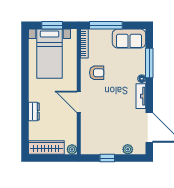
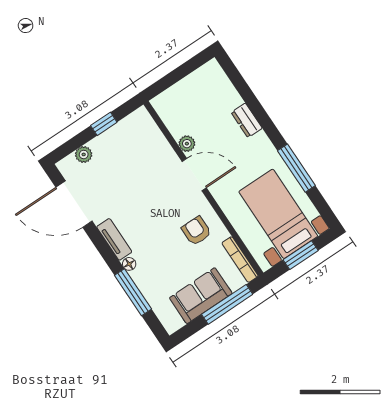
sofa: (129, 38) -> (201, 296), moved
window: (25, 71) -> (296, 168), added
armchair: (97, 73) -> (196, 231), turned 90
wardrobe: (46, 148) -> (197, 82), removed
plant: (72, 149) -> (187, 144), moved

